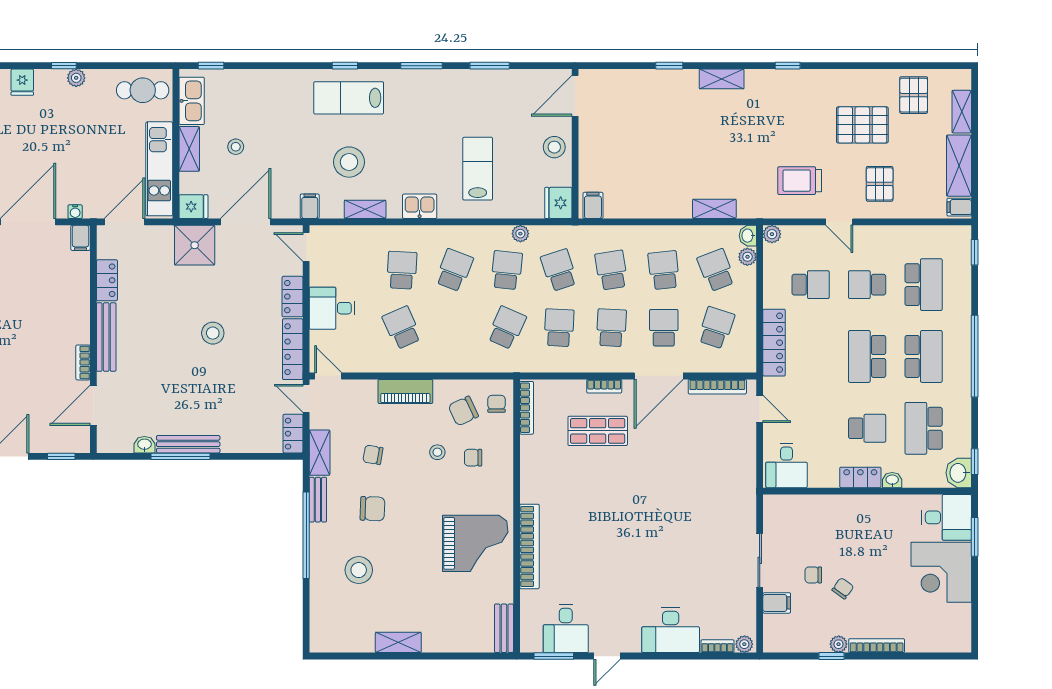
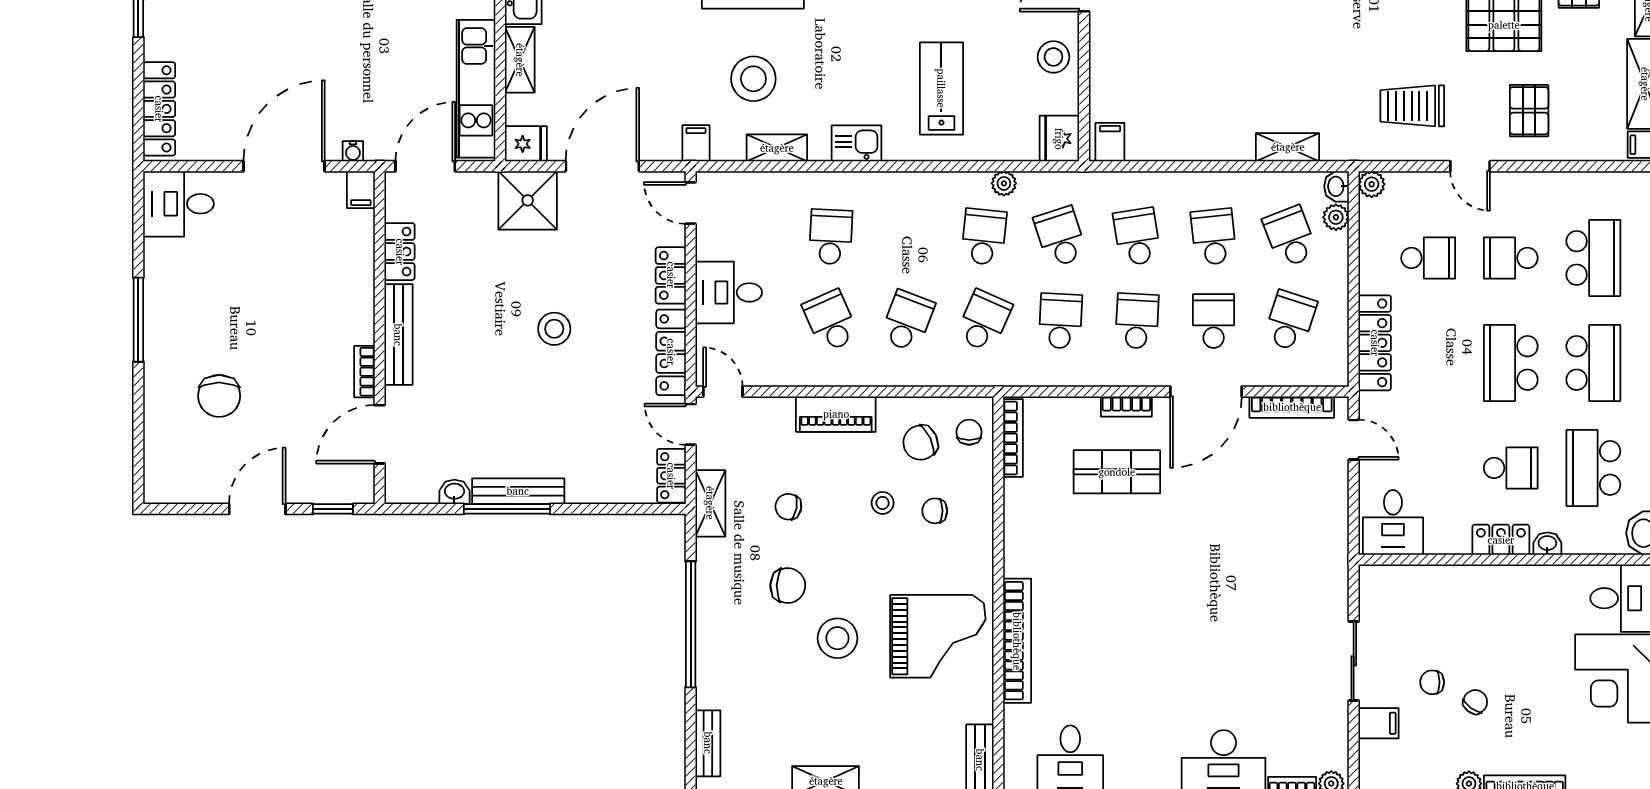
stool: (236, 147) -> (588, 56), removed
school desk: (454, 270) -> (907, 321), moved
bench: (318, 500) -> (708, 743), moved
stool: (359, 570) -> (837, 638), moved

